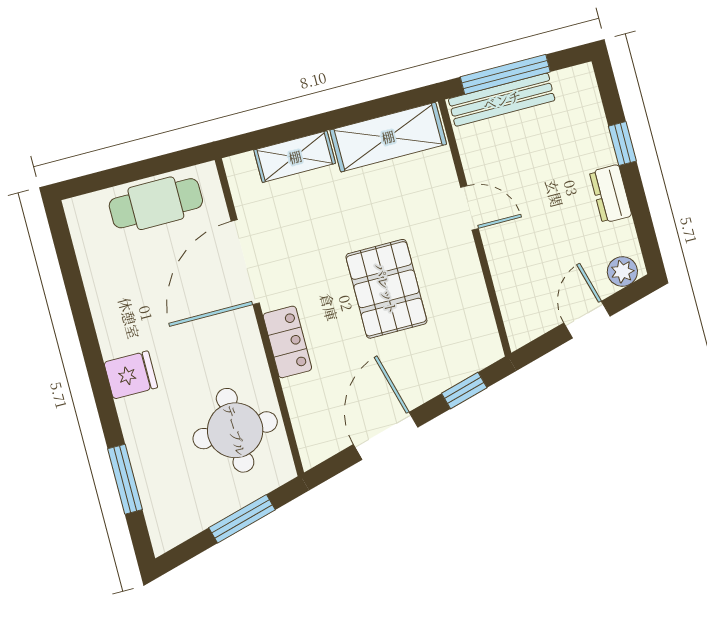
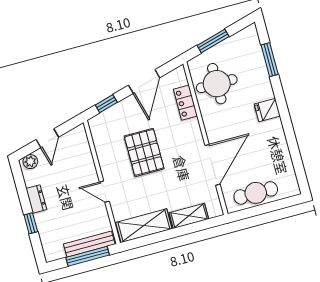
locker: (287, 342) -> (185, 103), moved

